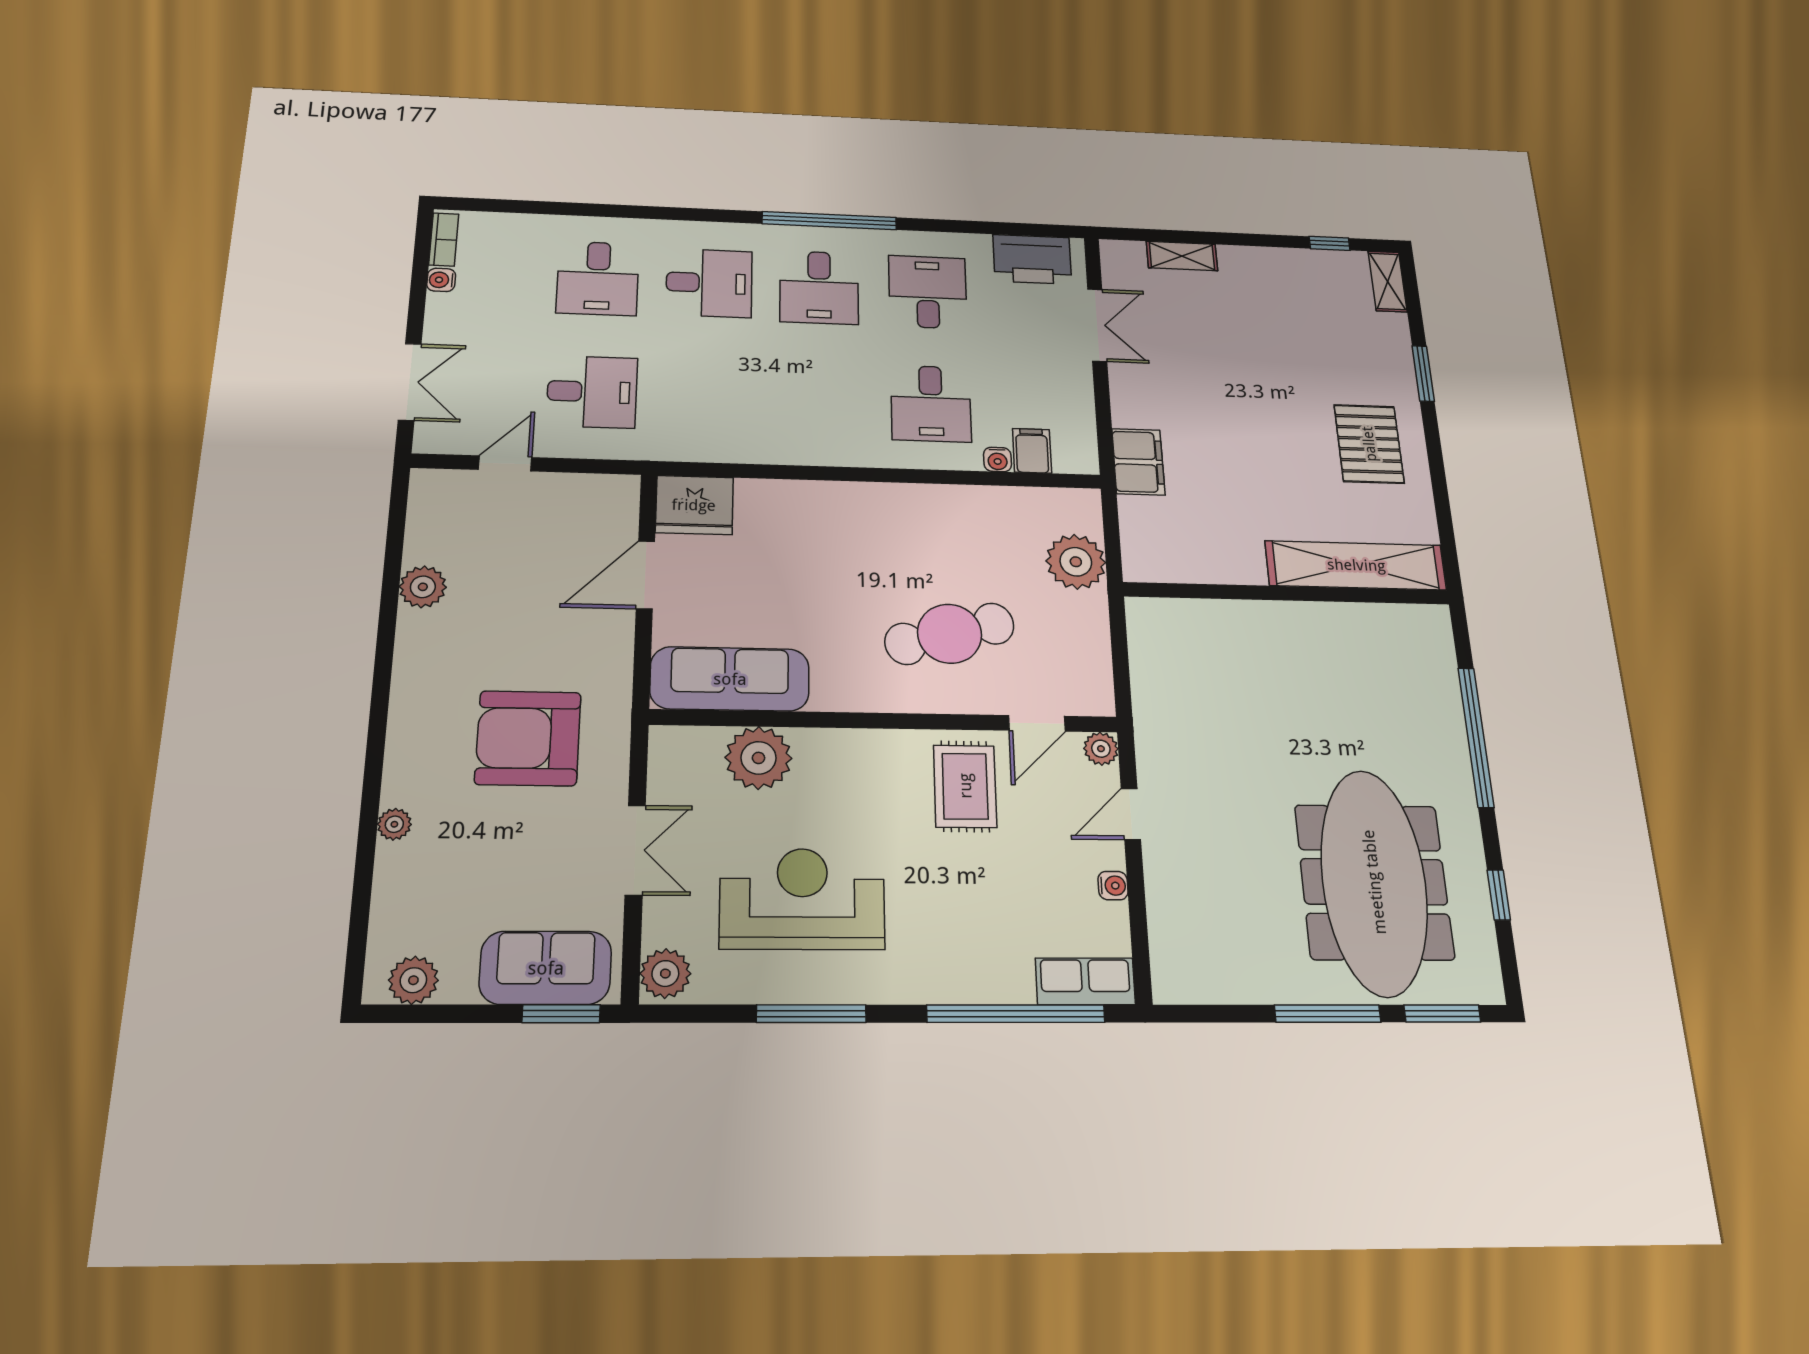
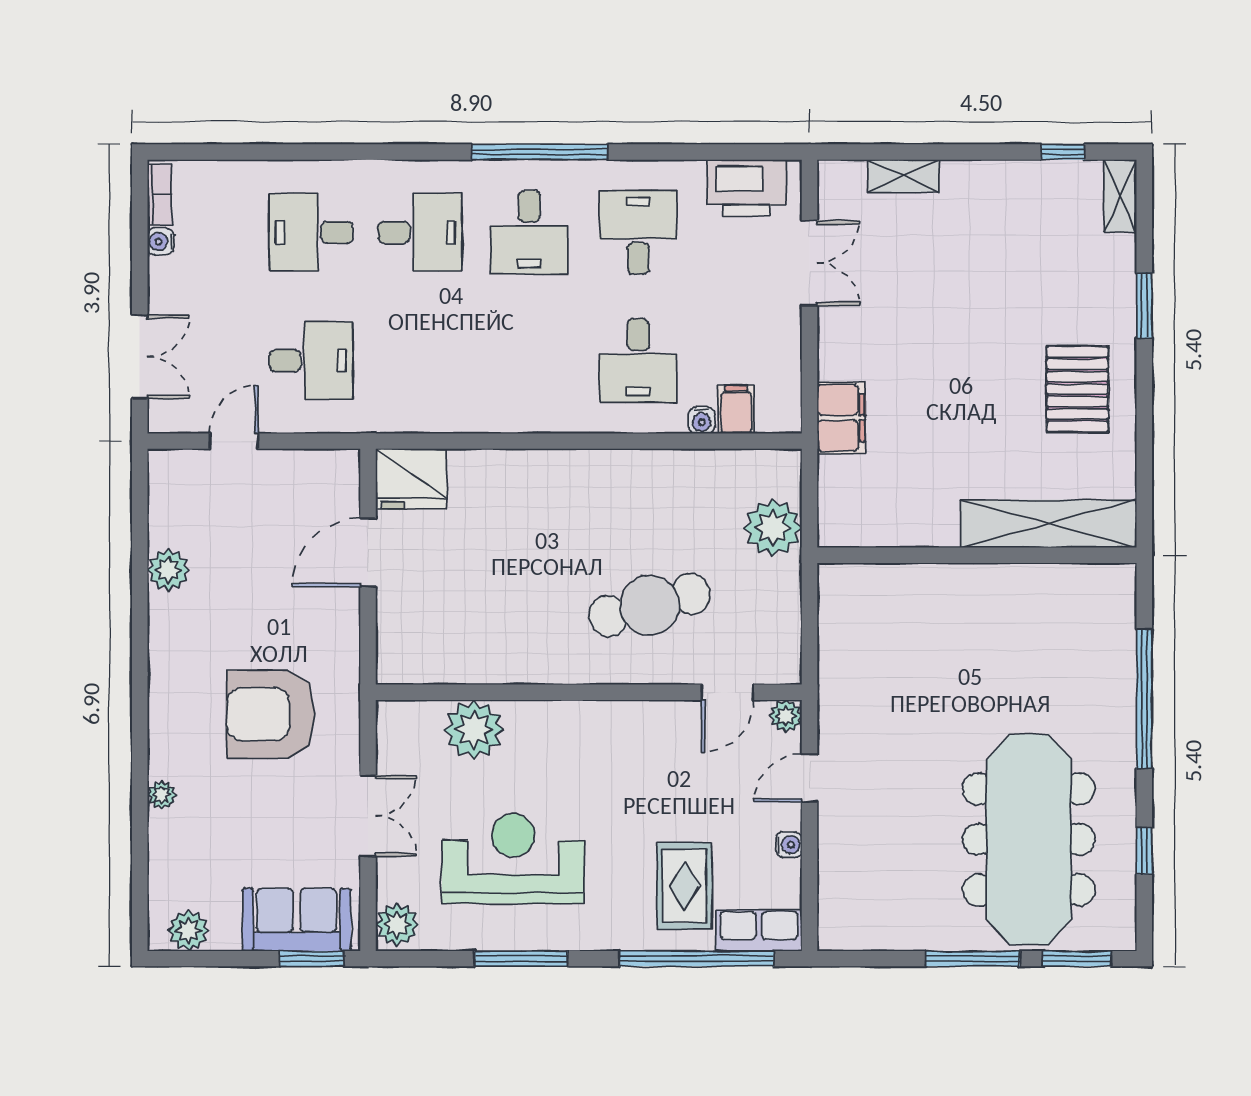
desk: (598, 278) -> (311, 232), turned 90
sofa: (730, 679) -> (447, 654), removed
rug: (965, 786) -> (684, 886), moved

